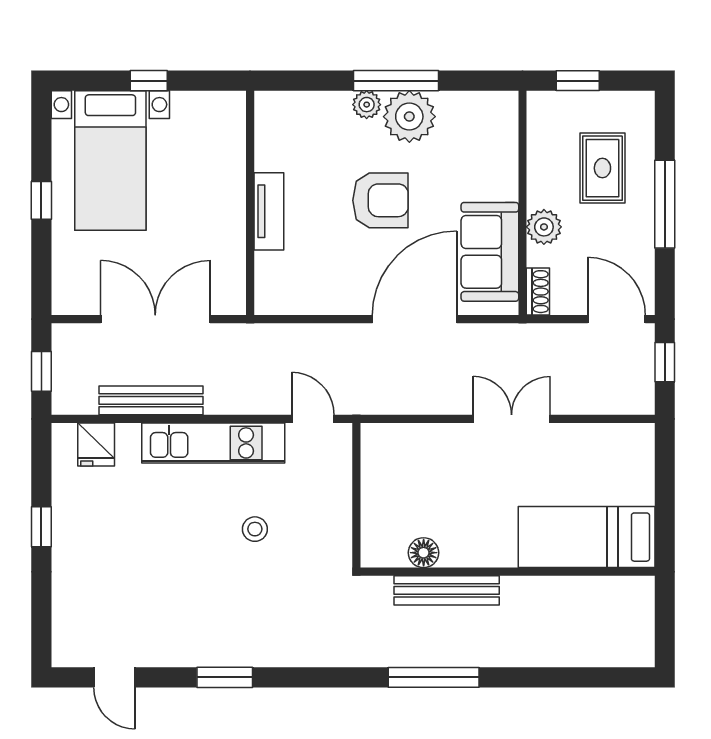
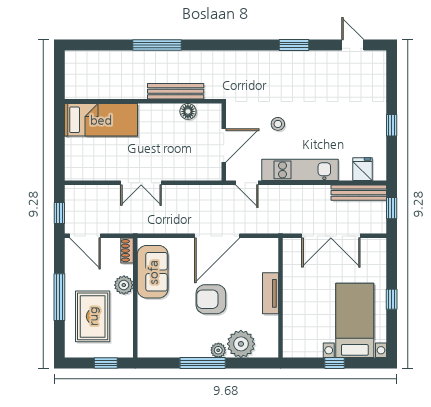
plant: (409, 117) -> (241, 344), moved
rug: (602, 168) -> (93, 316), width x1.36, depth x1.43
door: (415, 319) -> (217, 236), moved
bench: (151, 400) -> (359, 193), moved
door: (356, 488) -> (224, 146), added
window: (434, 677) -> (157, 45), moved

